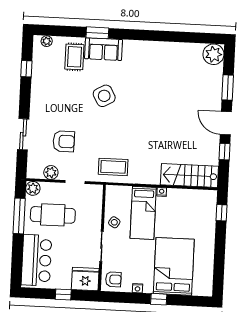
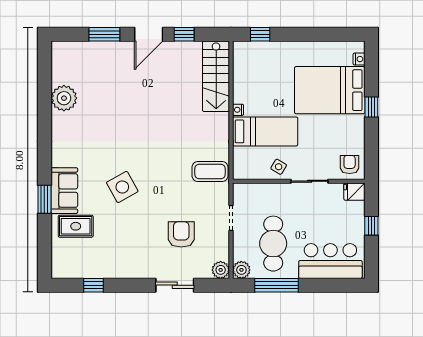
plant: (47, 41) -> (58, 262), removed
plant: (213, 54) -> (64, 98), moved
coffee table: (113, 167) -> (210, 172), turned 90
plant: (51, 172) -> (221, 270), moved
fridge: (85, 279) -> (354, 192), width x0.53, depth x0.75
nightstand: (138, 288) -> (359, 59), moved

